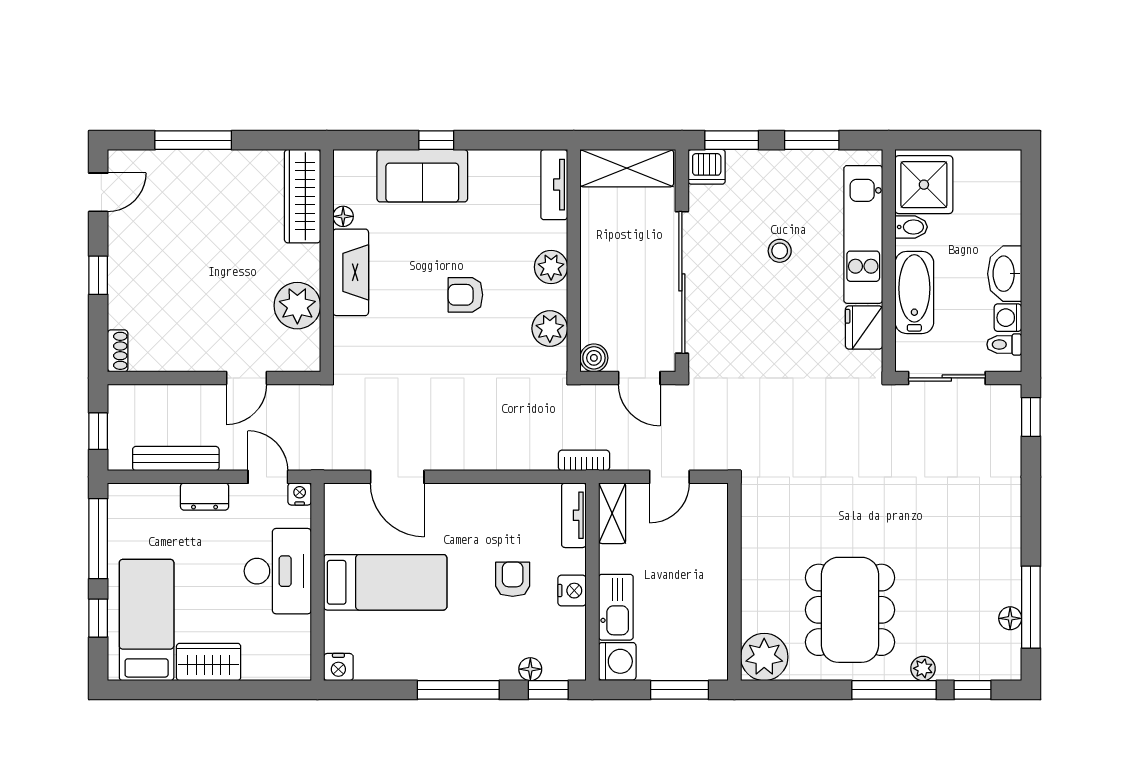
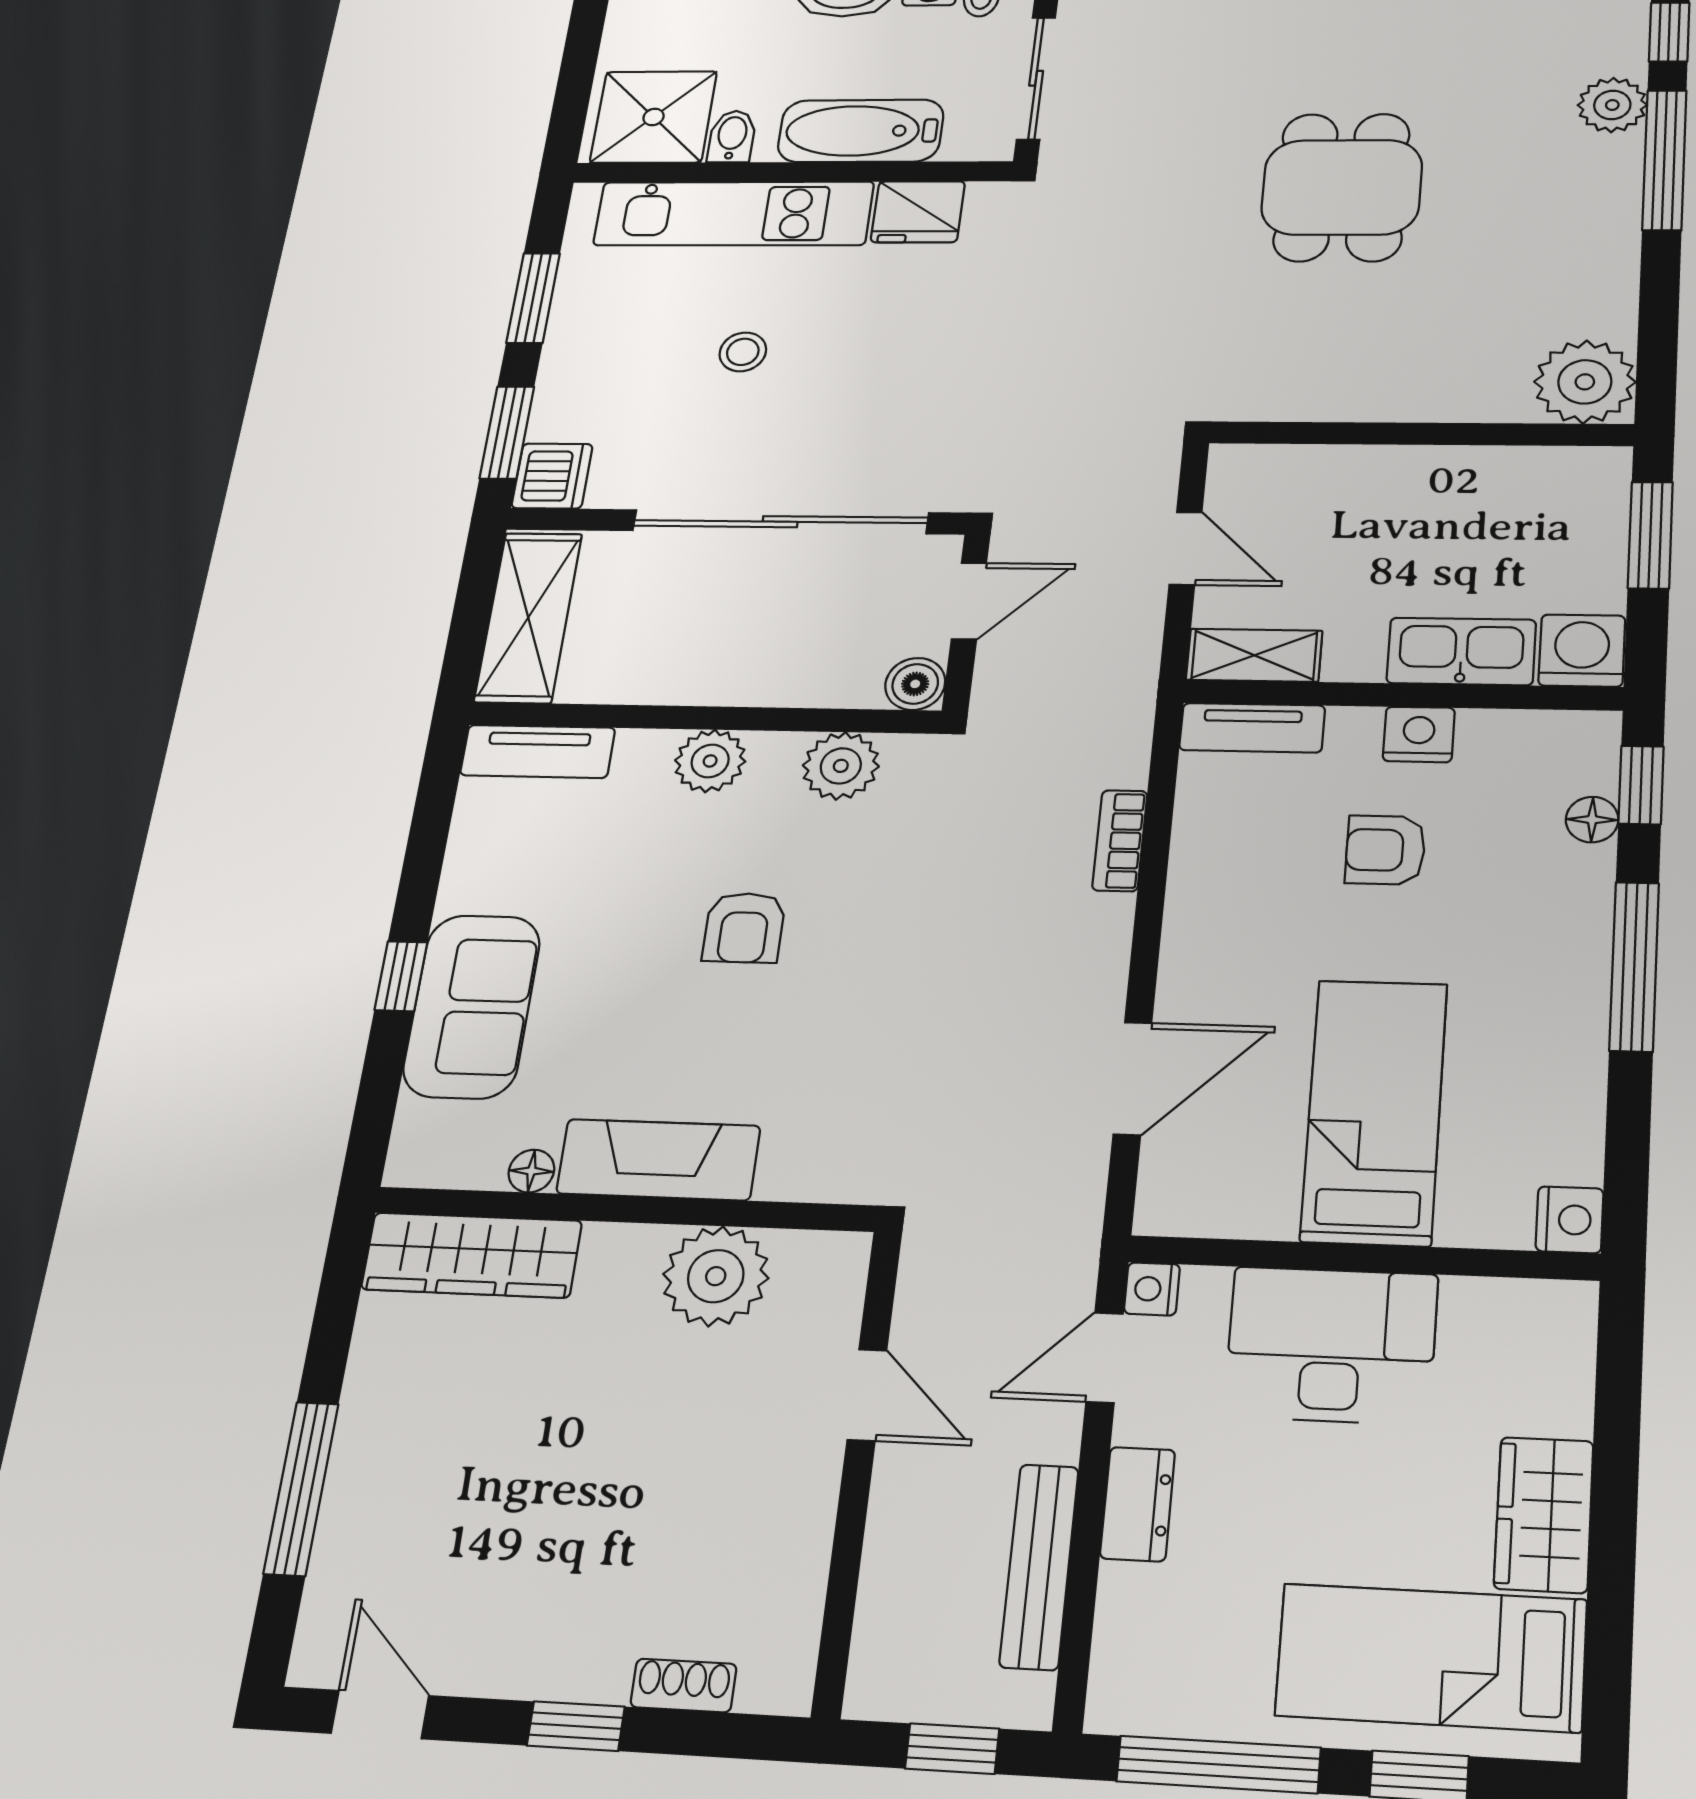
shoe rack: (118, 351) -> (683, 1685), moved
bookcase: (584, 460) -> (1120, 841), moved
dining table: (850, 610) -> (1342, 187), moved, width x0.73
plant: (923, 668) -> (1612, 105), width x1.38, depth x1.38

